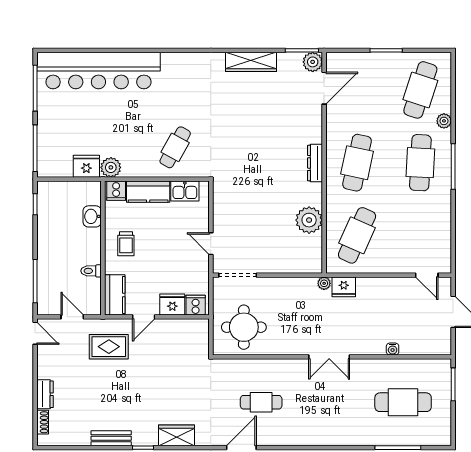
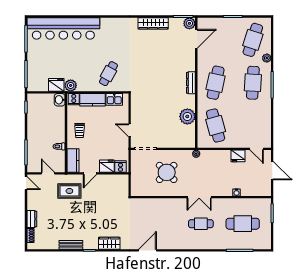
washbasin: (92, 216) -> (60, 100), moved
cafe table: (357, 235) -> (216, 125), turned -39
fridge: (344, 287) -> (238, 156), moved
round table: (244, 327) -> (167, 172), moved, turned 45
cafe table: (261, 402) -> (201, 224), moved

